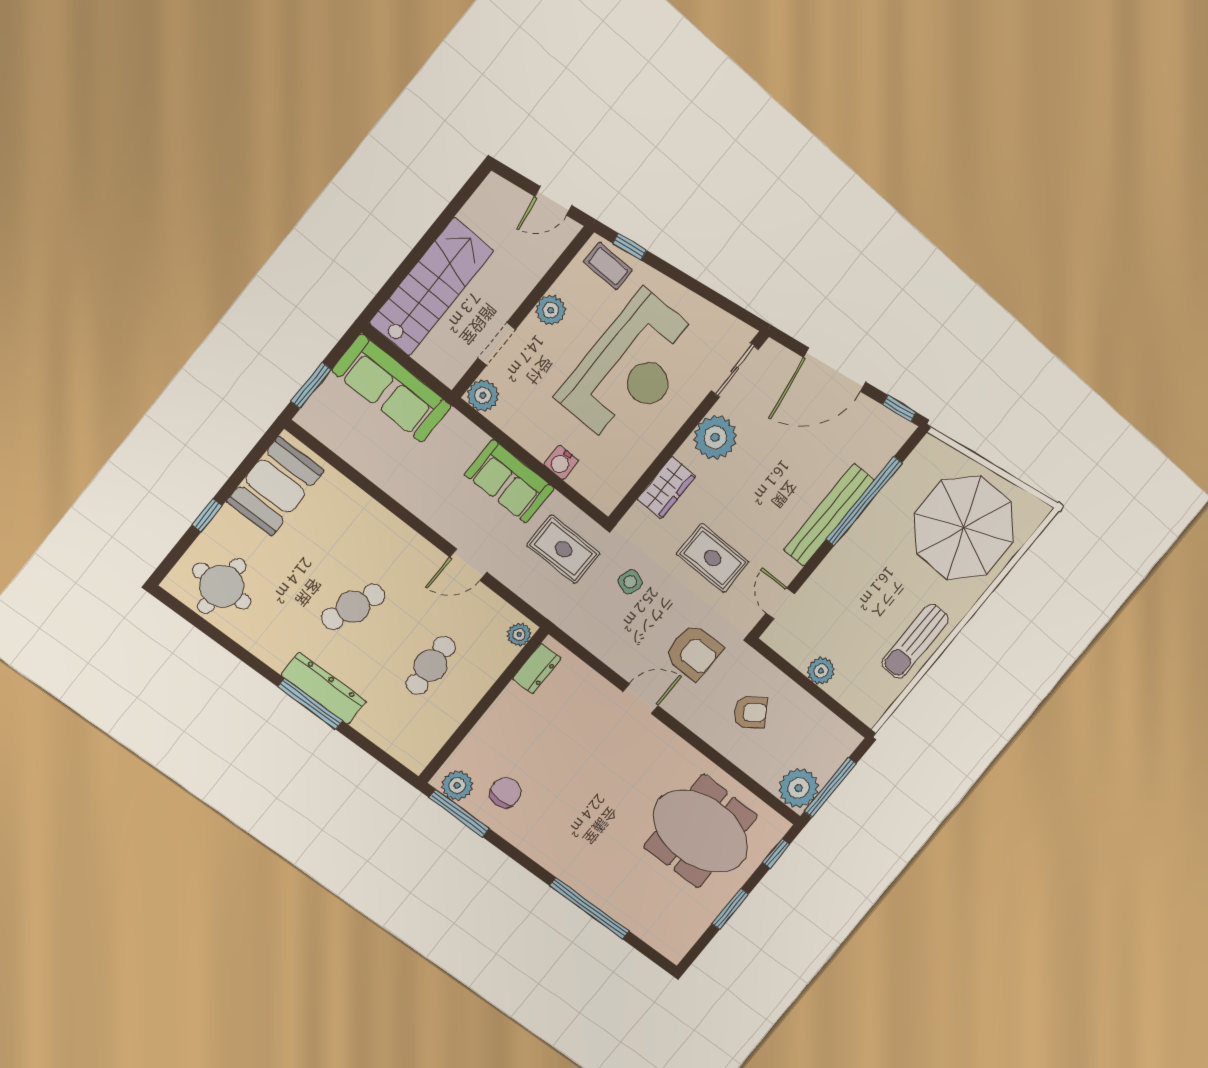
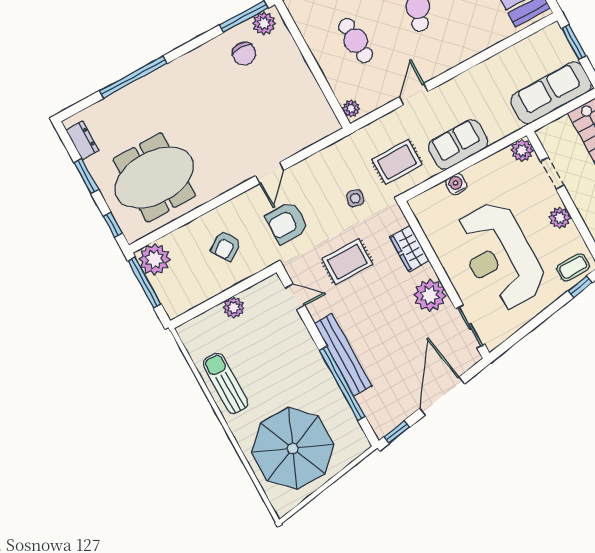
dresser: (537, 668) -> (82, 140), moved, turned 180

